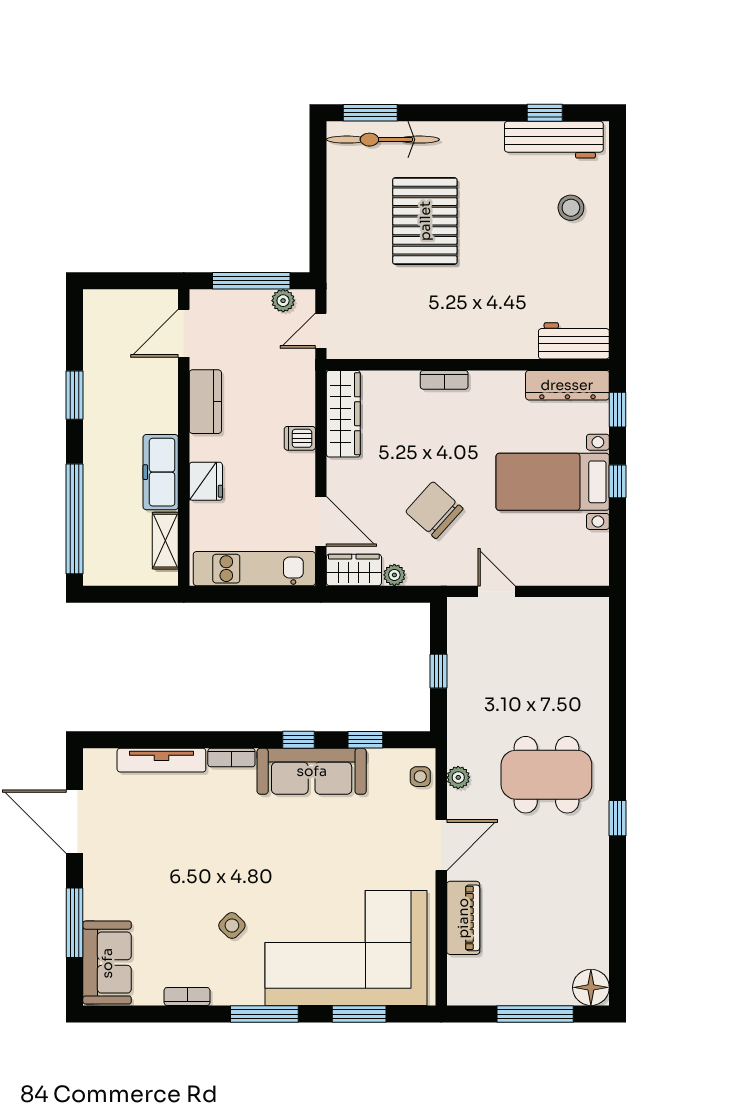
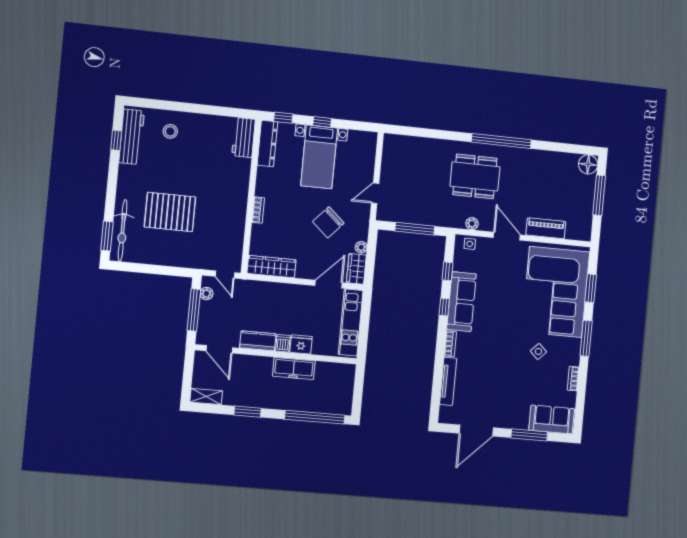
dishwasher: (300, 438) -> (283, 343), moved, turned 180
shelving: (165, 541) -> (206, 397), moved
window: (438, 671) -> (415, 229), width x2.17
dining table: (546, 775) -> (475, 176), turned 90
window: (618, 818) -> (501, 141), width x3.17

